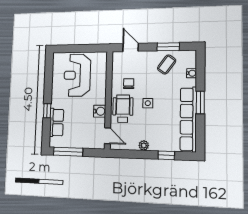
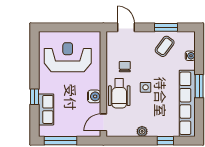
reception desk: (77, 75) -> (68, 57), turned 90
wheelchair: (123, 109) -> (119, 93), turned 180
door: (107, 136) -> (103, 122), swing flipped

